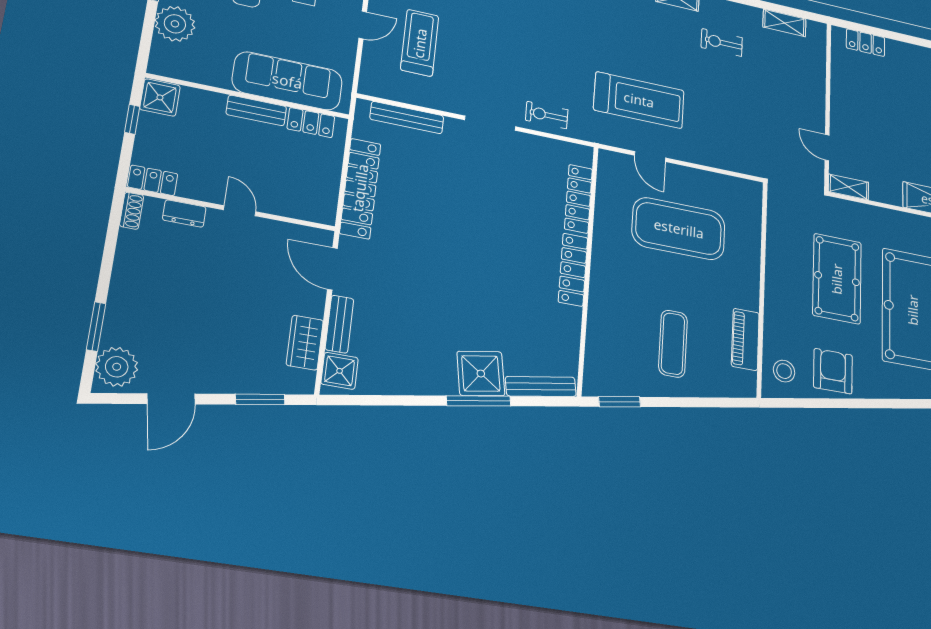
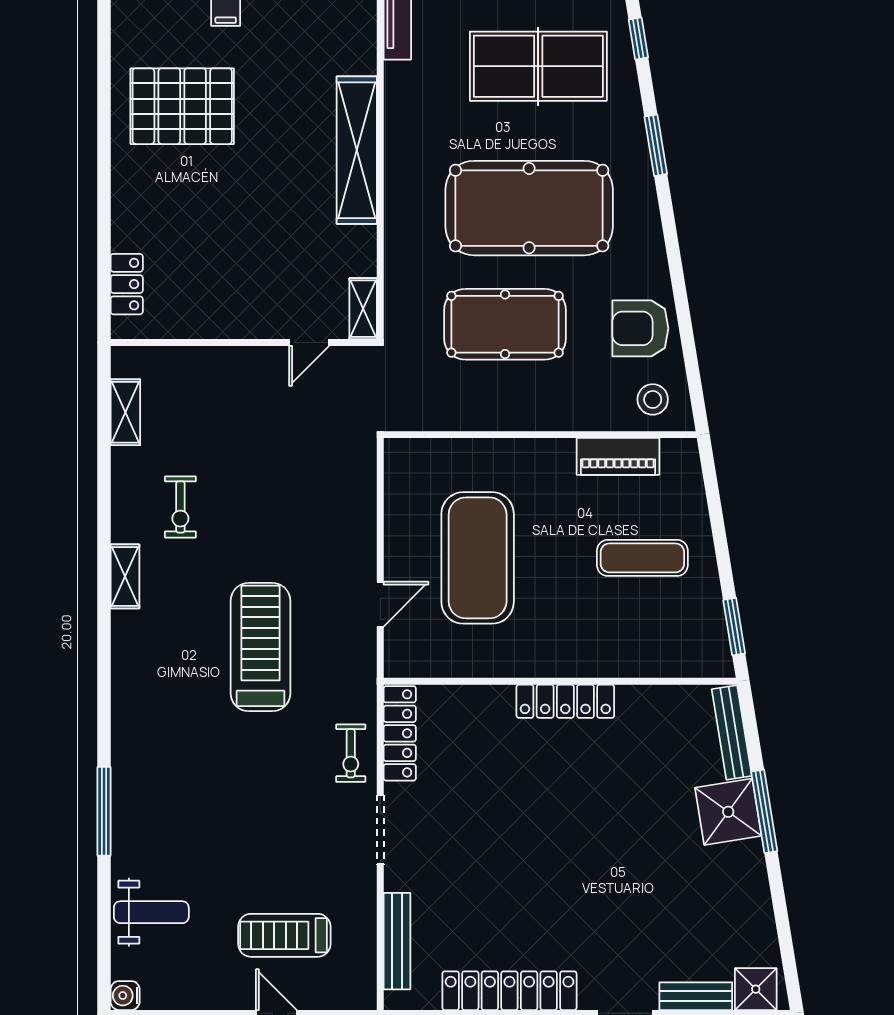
treadmill: (639, 100) -> (261, 647), moved
locker: (578, 199) -> (400, 733), moved, turned -90

